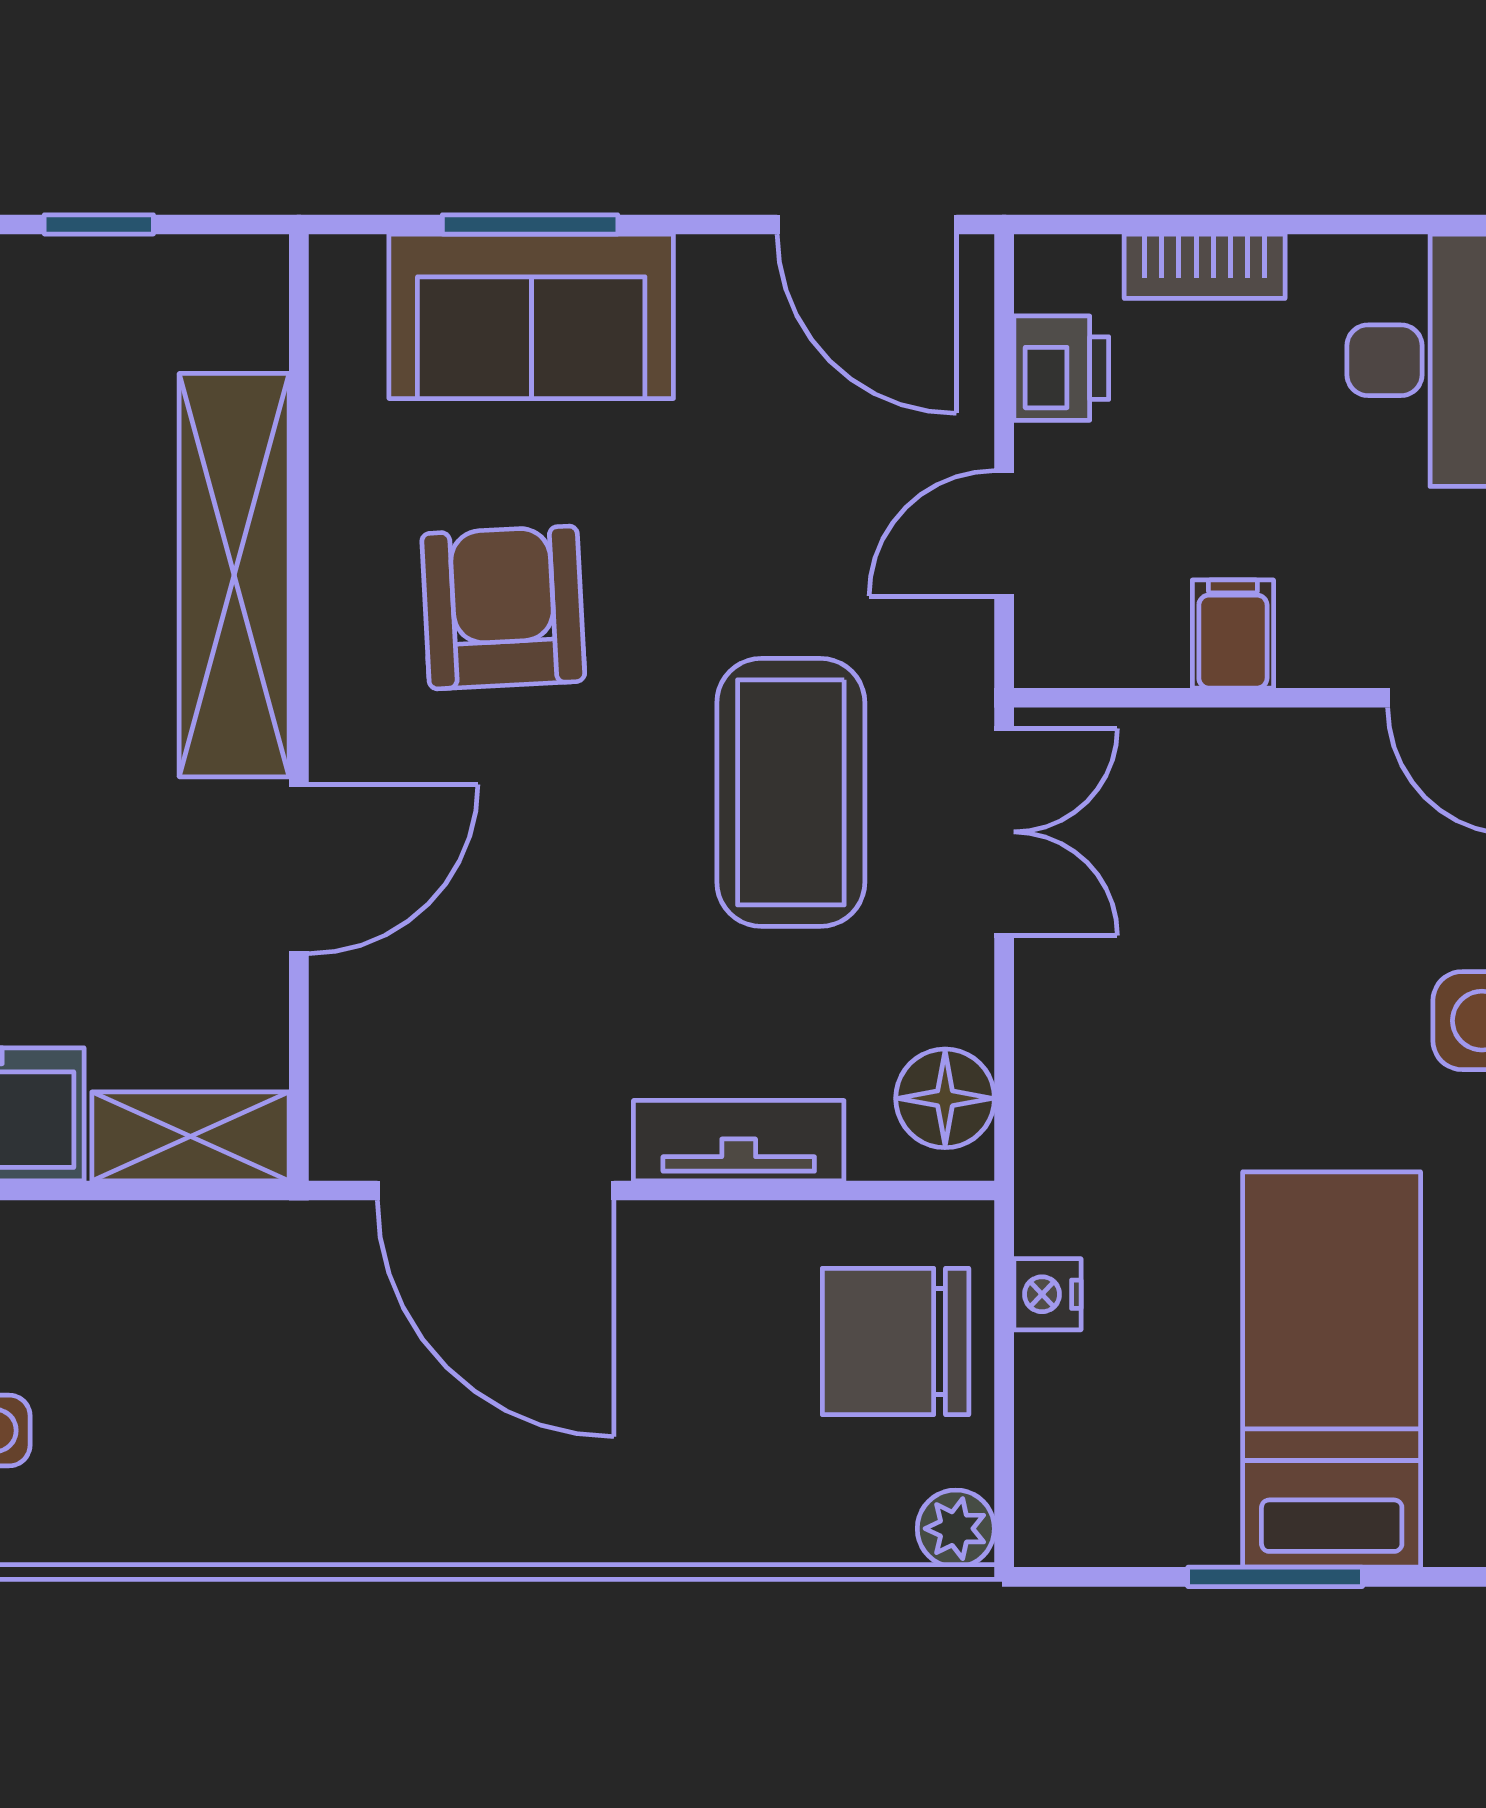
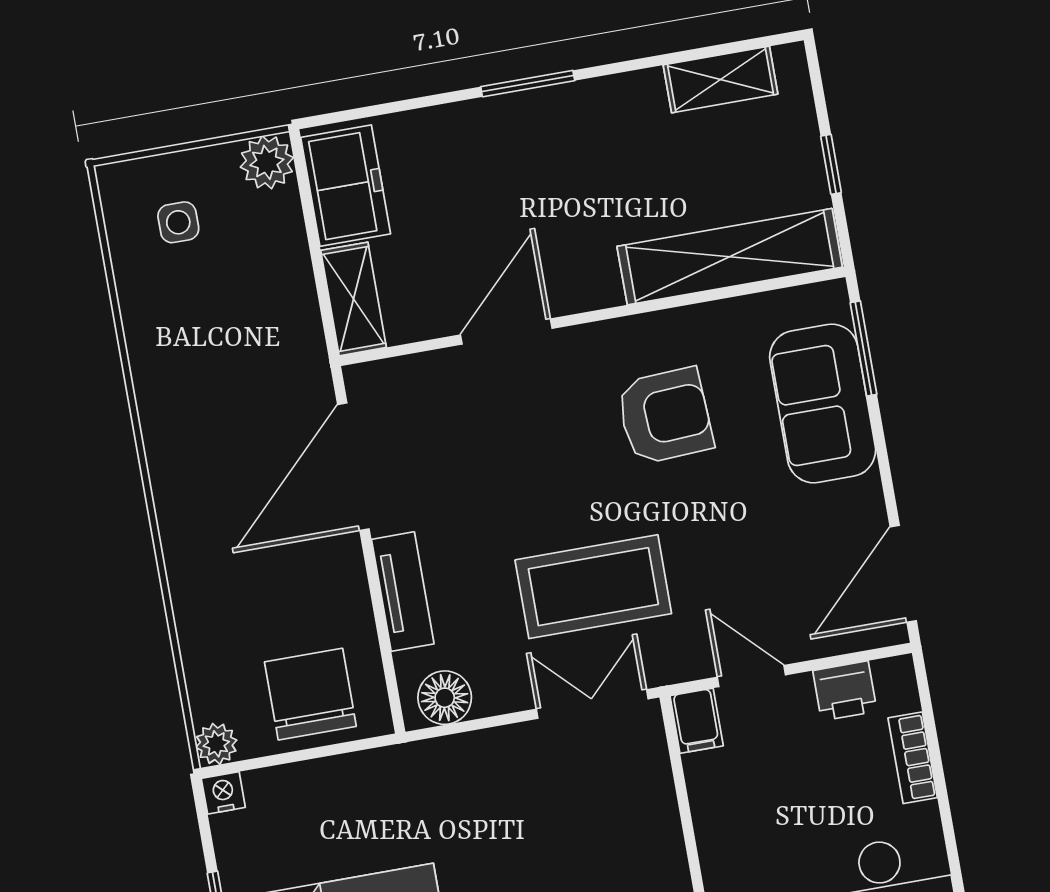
window: (530, 224) -> (863, 348), moved
shelving: (234, 575) -> (730, 257), moved
filing cabinet: (1233, 634) -> (697, 721), moved, turned 90
double door: (1004, 832) -> (592, 704), swing flipped
door: (299, 869) -> (506, 332), swing flipped
nightstand: (1047, 1294) -> (223, 793), moved

